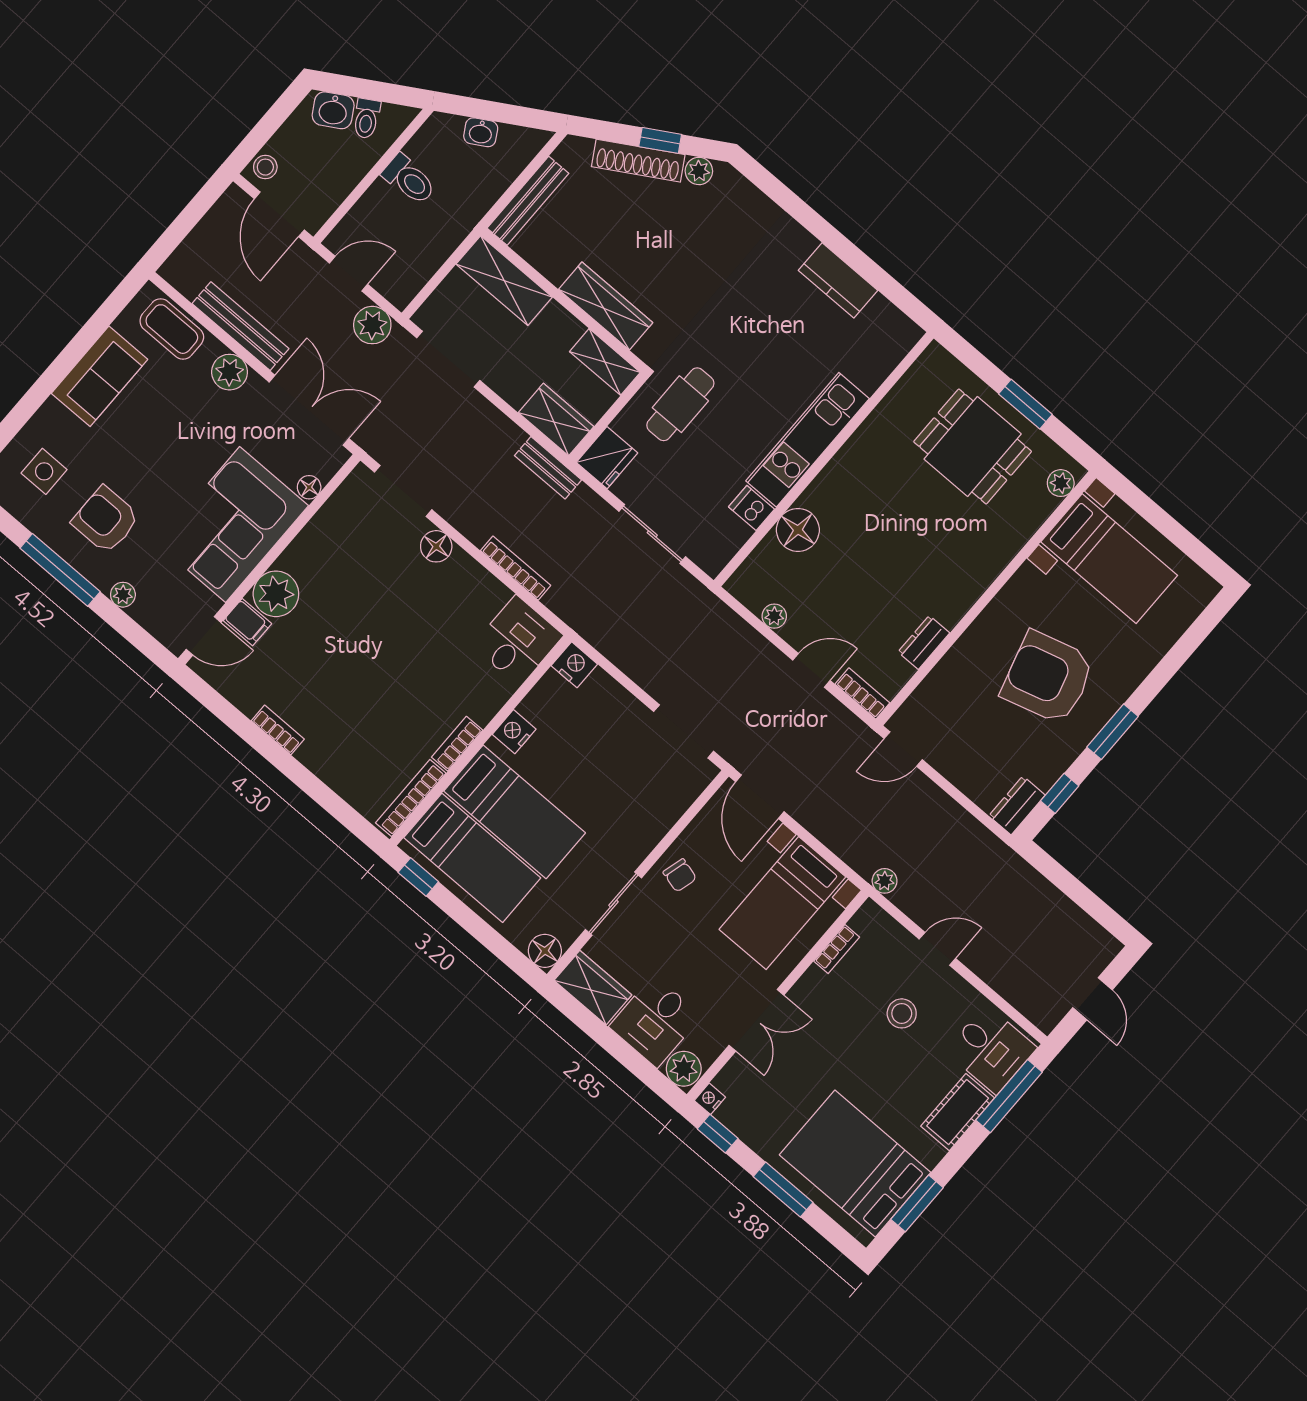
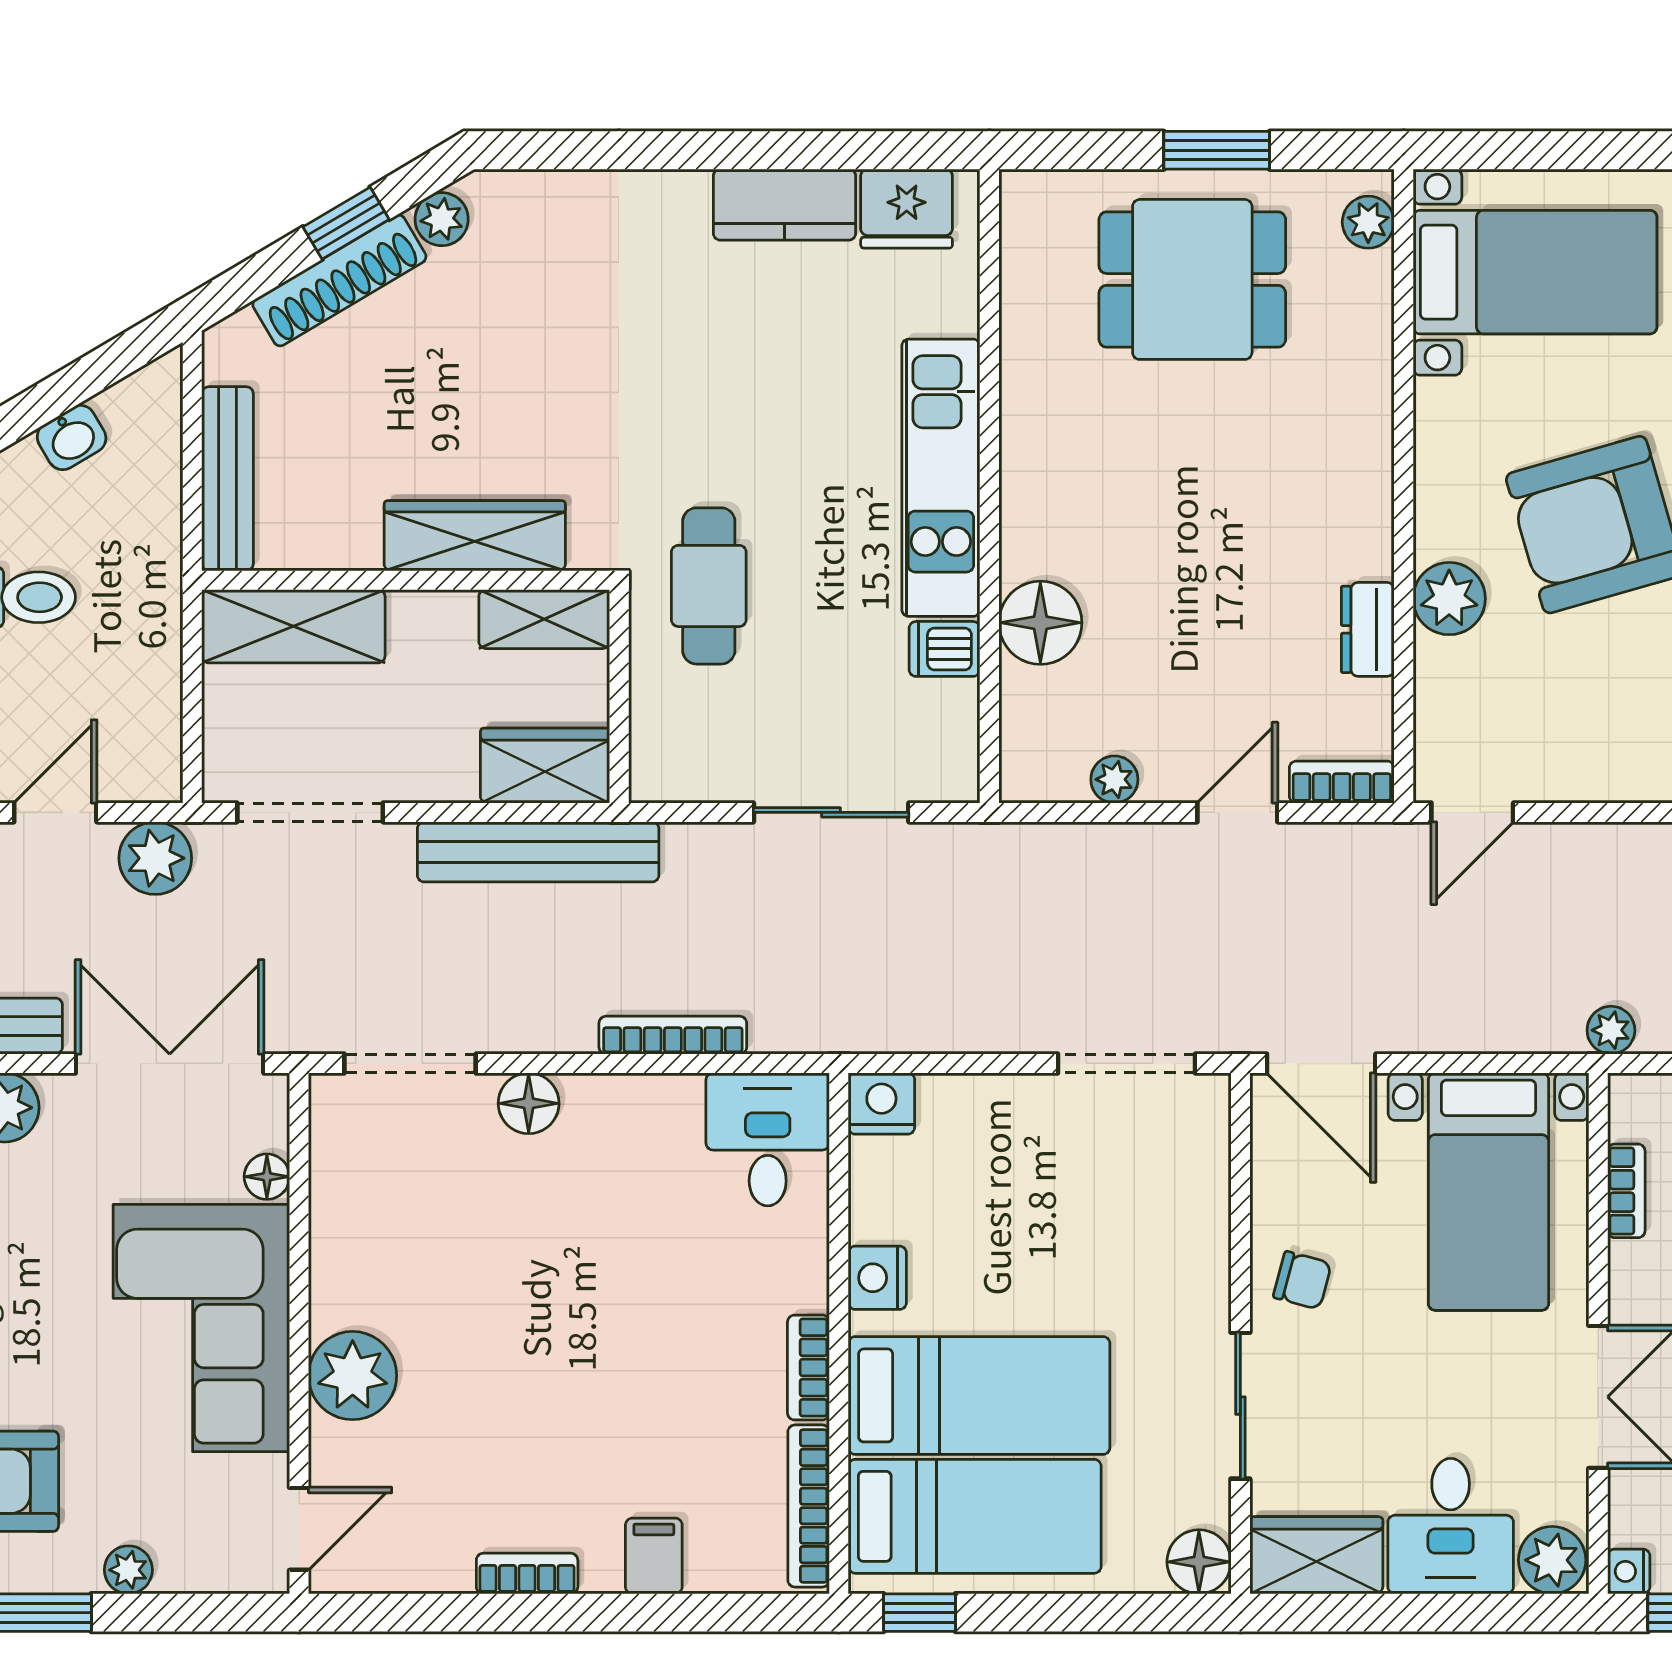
fridge: (607, 458) -> (907, 209), moved, turned 90
bench: (548, 468) -> (538, 852), width x1.86, depth x1.21
filing cabinet: (247, 622) -> (654, 1556), moved, turned -90
plant: (966, 658) -> (1449, 599), added

